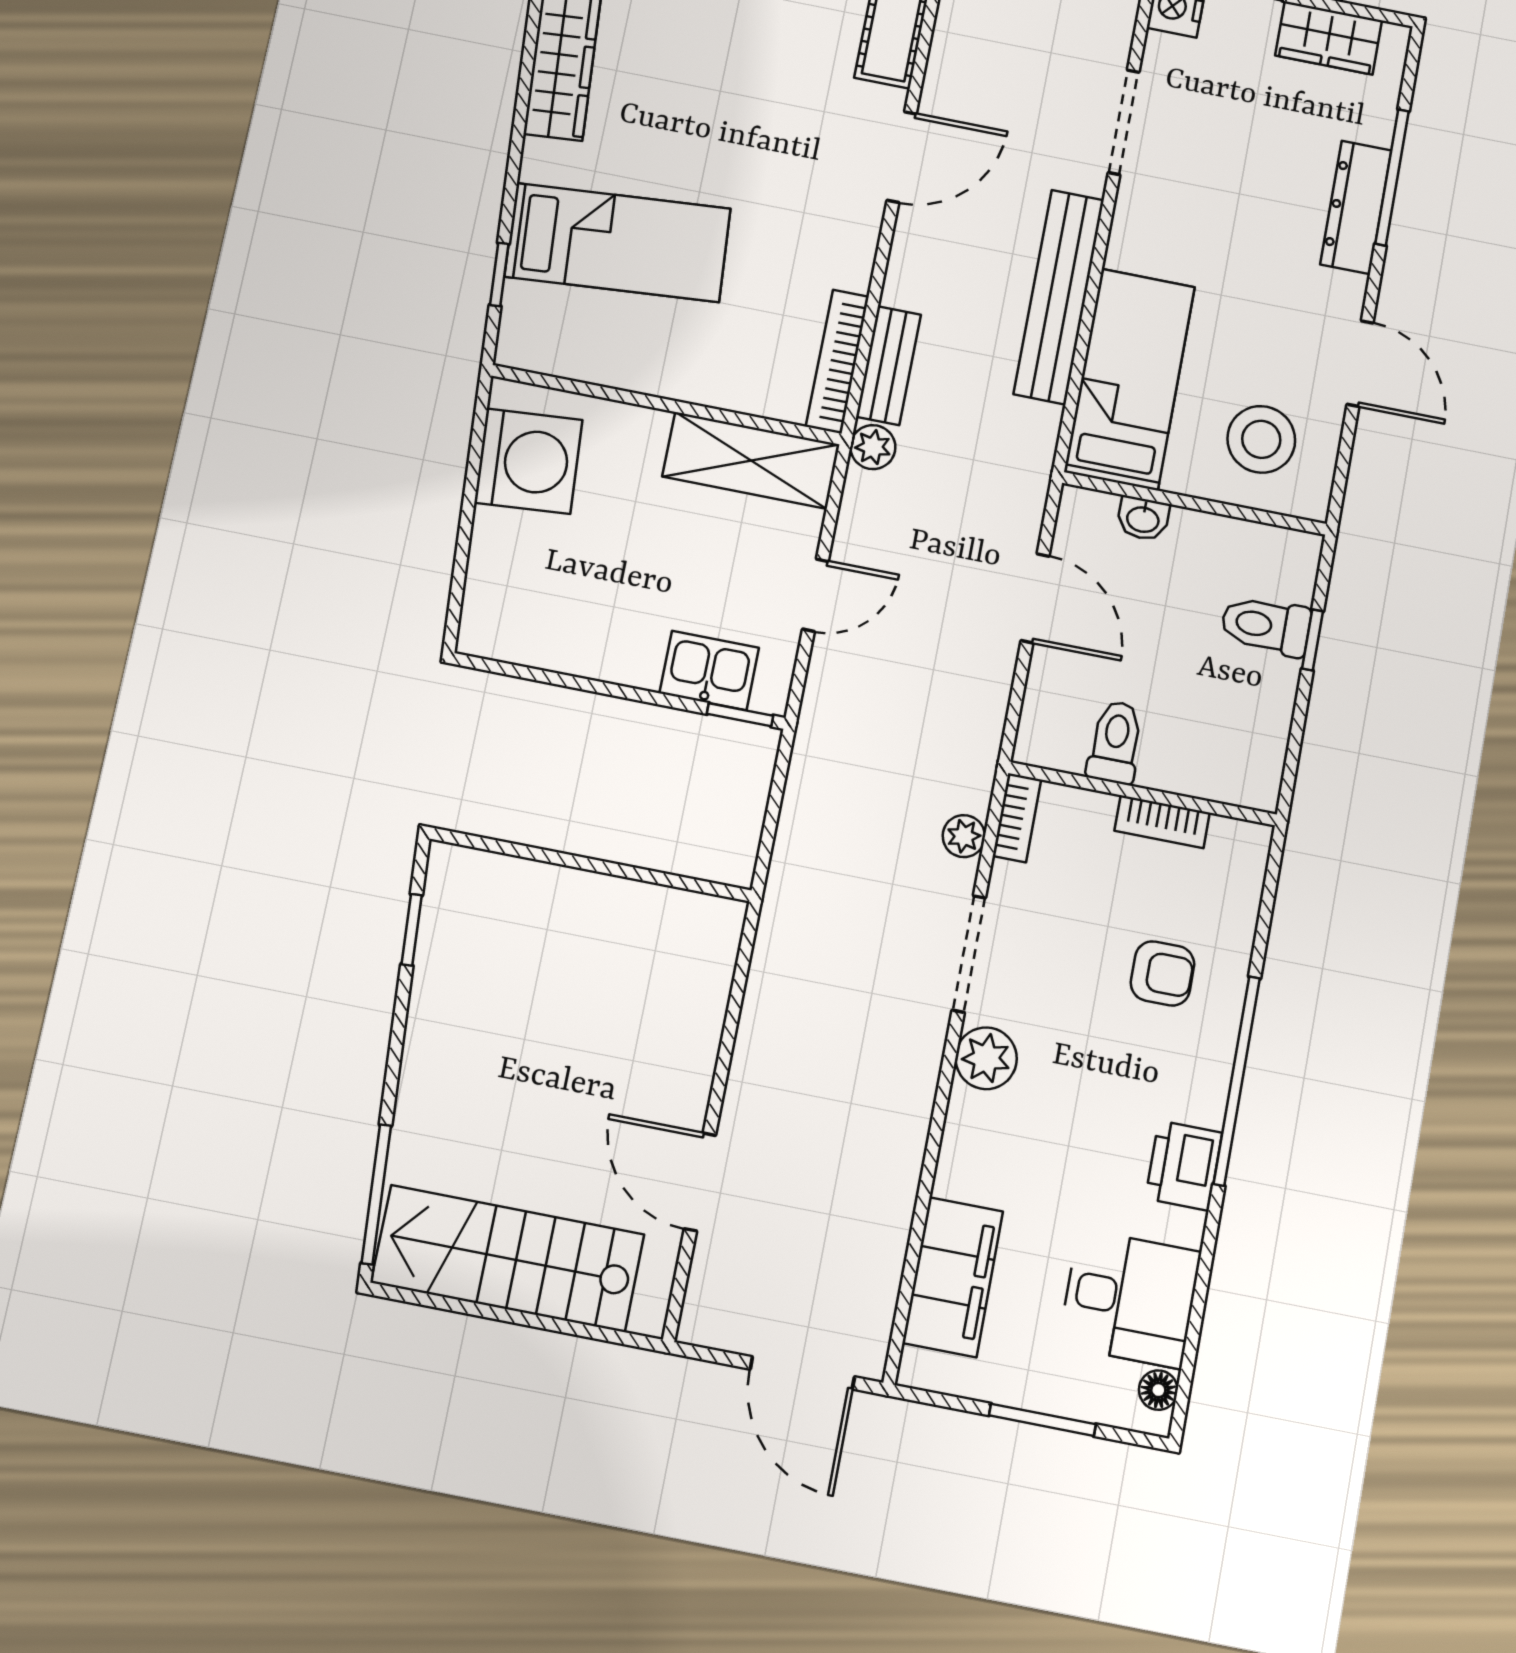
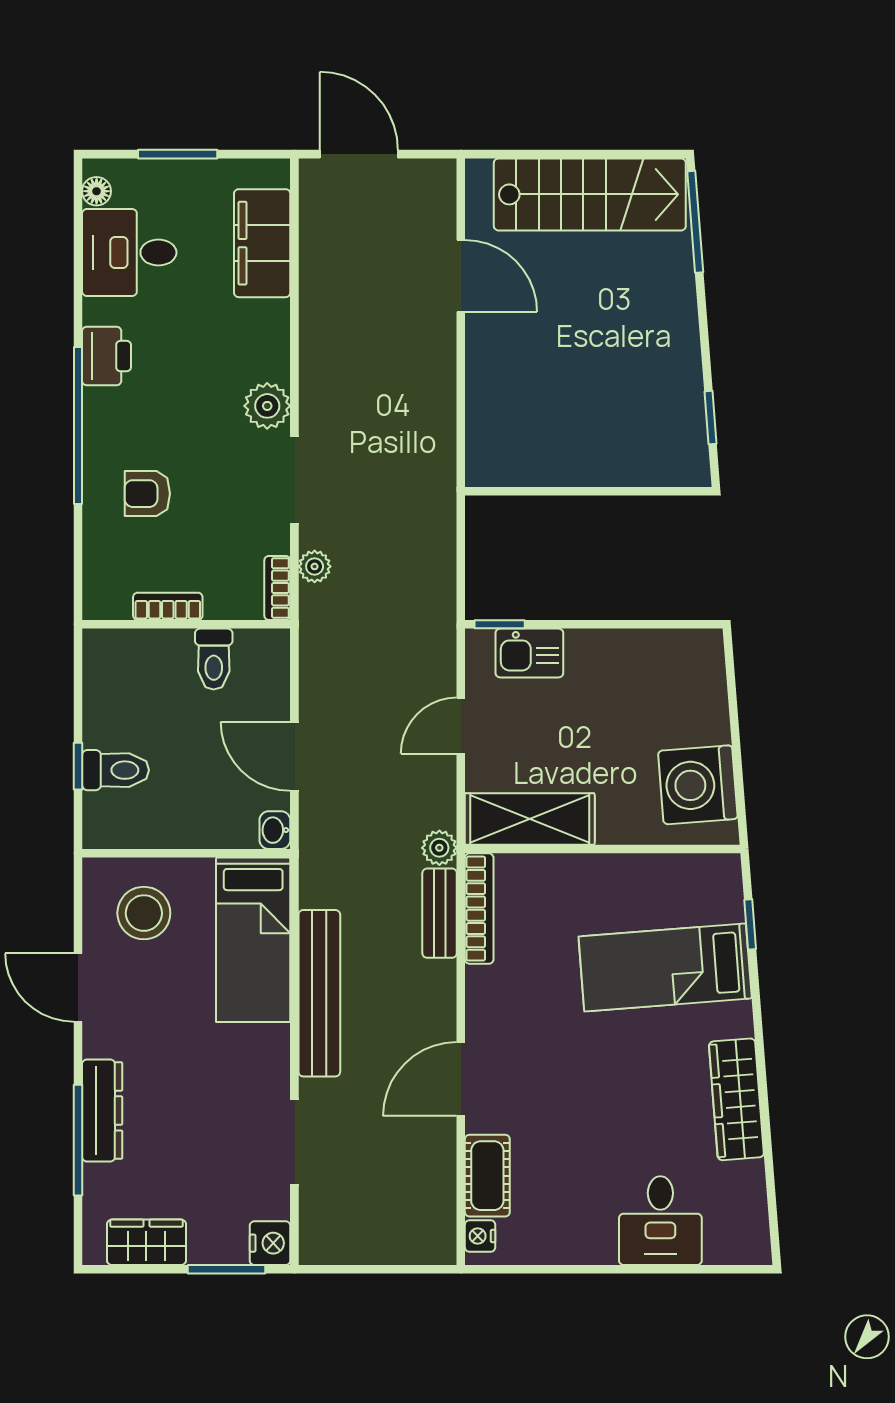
washbasin: (1143, 519) -> (275, 830), moved, turned -90

